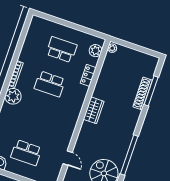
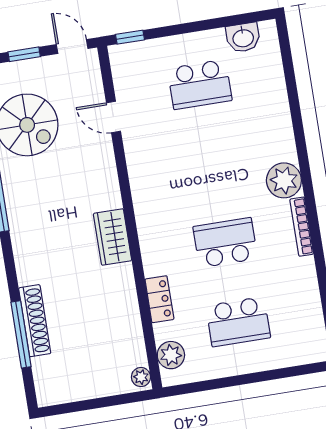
school desk: (26, 153) -> (200, 84), turned 180

